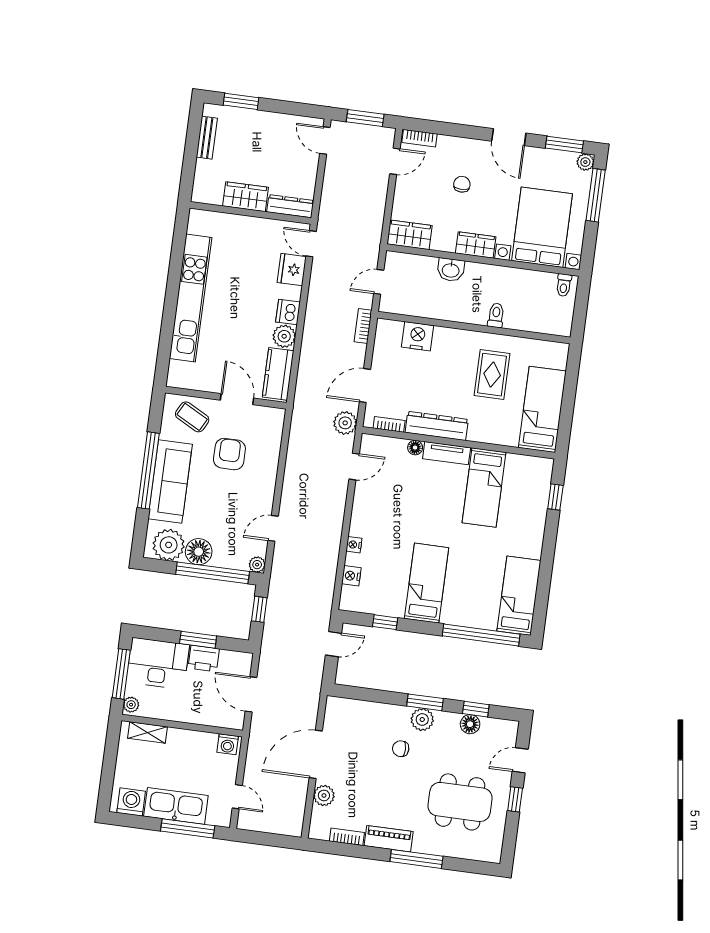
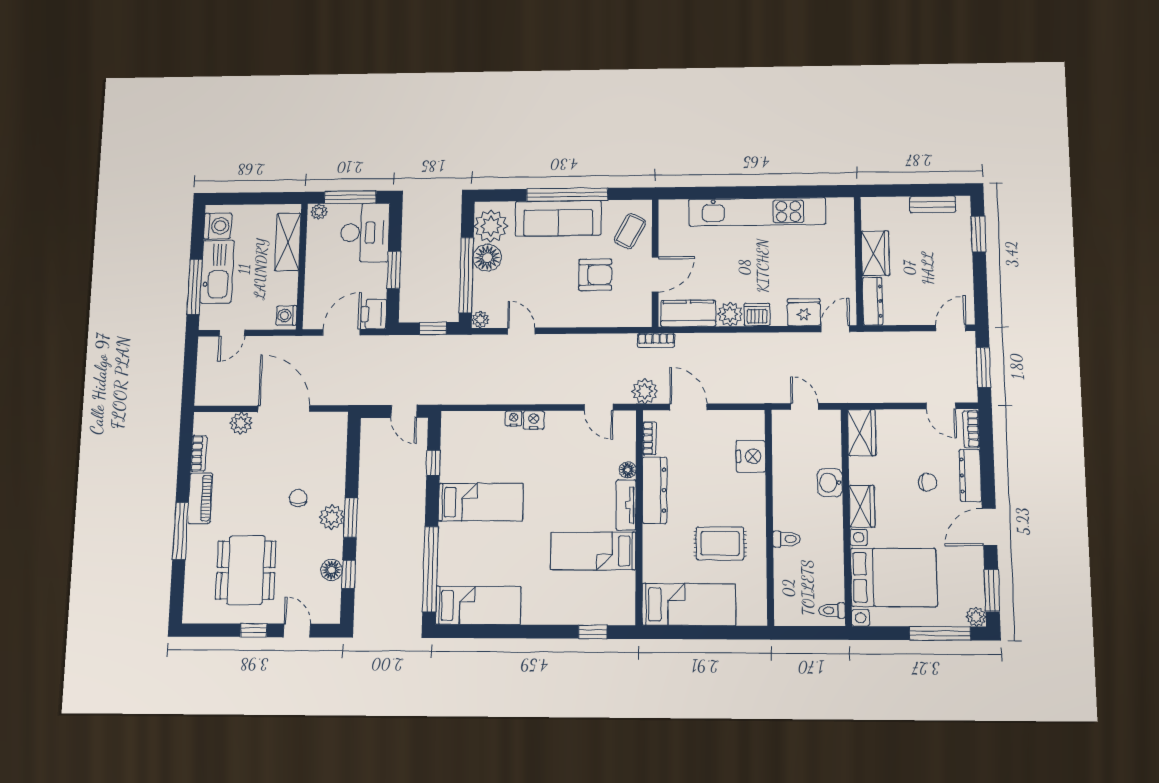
dresser: (461, 146) -> (970, 475), added
bookcase: (363, 326) -> (656, 340), moved, turned 180
nightstand: (351, 576) -> (534, 420), moved
printer: (204, 658) -> (373, 314), moved
shelving: (147, 733) -> (288, 242), width x1.50, depth x1.33

